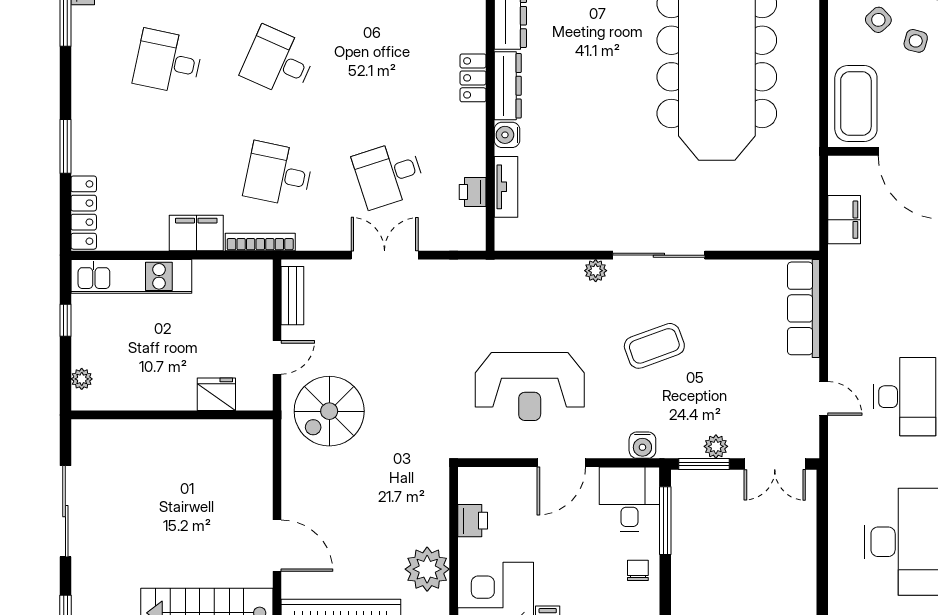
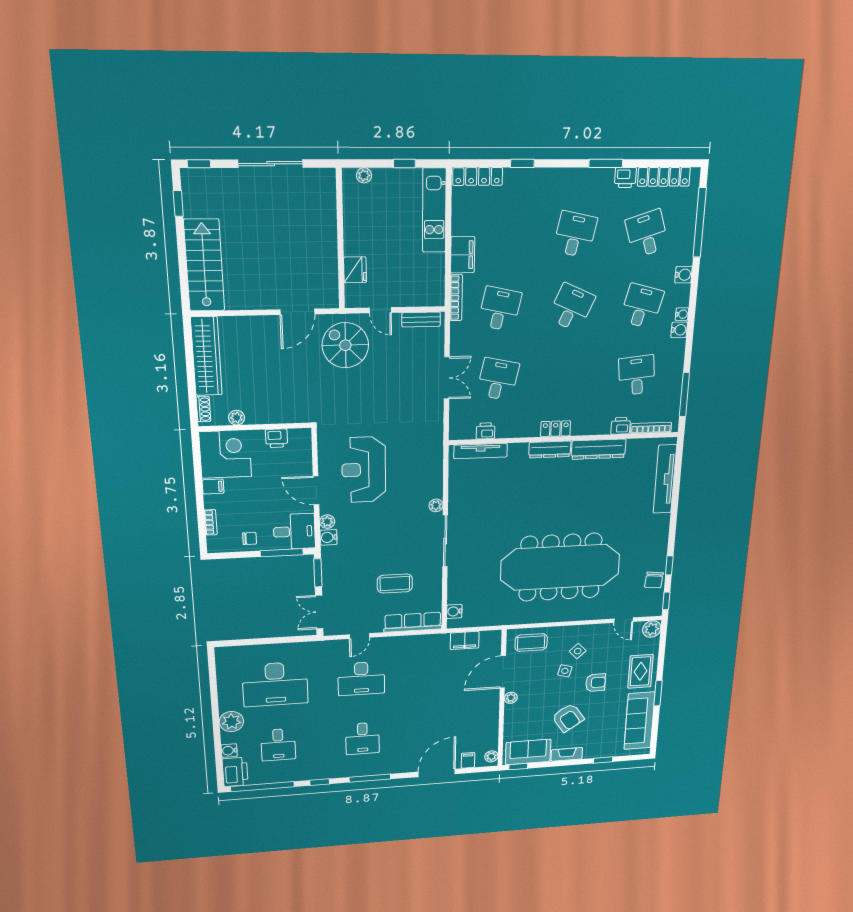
coffee table: (856, 104) -> (531, 643), width x0.73, depth x0.76
water cooler: (507, 135) -> (454, 611), moved, turned -90
window: (65, 146) -> (522, 163), width x0.67
desk: (389, 174) -> (498, 379), turned 30
tv unit: (506, 187) -> (481, 451), width x1.41
coffee table: (654, 346) -> (395, 584), moved, turned -70
plant: (716, 446) -> (327, 522), moved
door: (277, 546) -> (297, 312), moved
plant: (427, 569) -> (237, 418), width x0.53, depth x0.53

